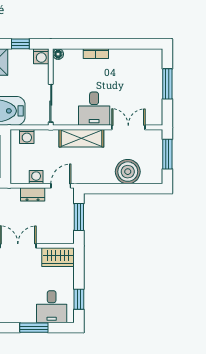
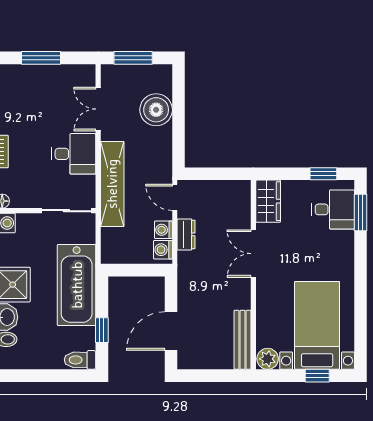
washing machine: (27, 136) -> (163, 250), moved, turned 180
shelving: (81, 138) -> (112, 184), width x1.47
window: (79, 217) -> (216, 174), removed
window: (34, 328) -> (361, 213), moved

